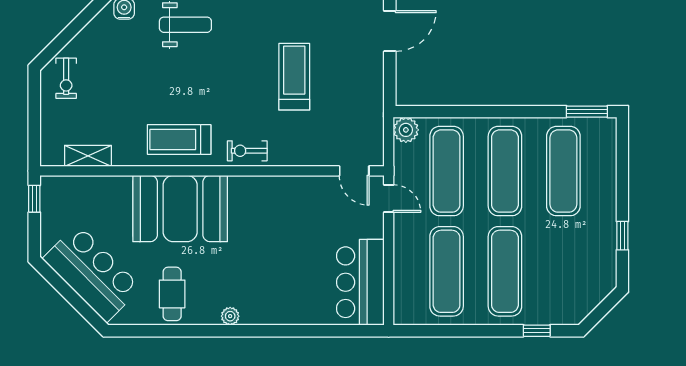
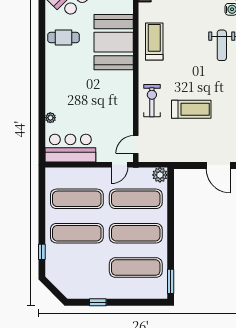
exercise bike: (247, 151) -> (152, 101), moved, width x1.38, depth x1.39
plant: (230, 316) -> (50, 118), moved

